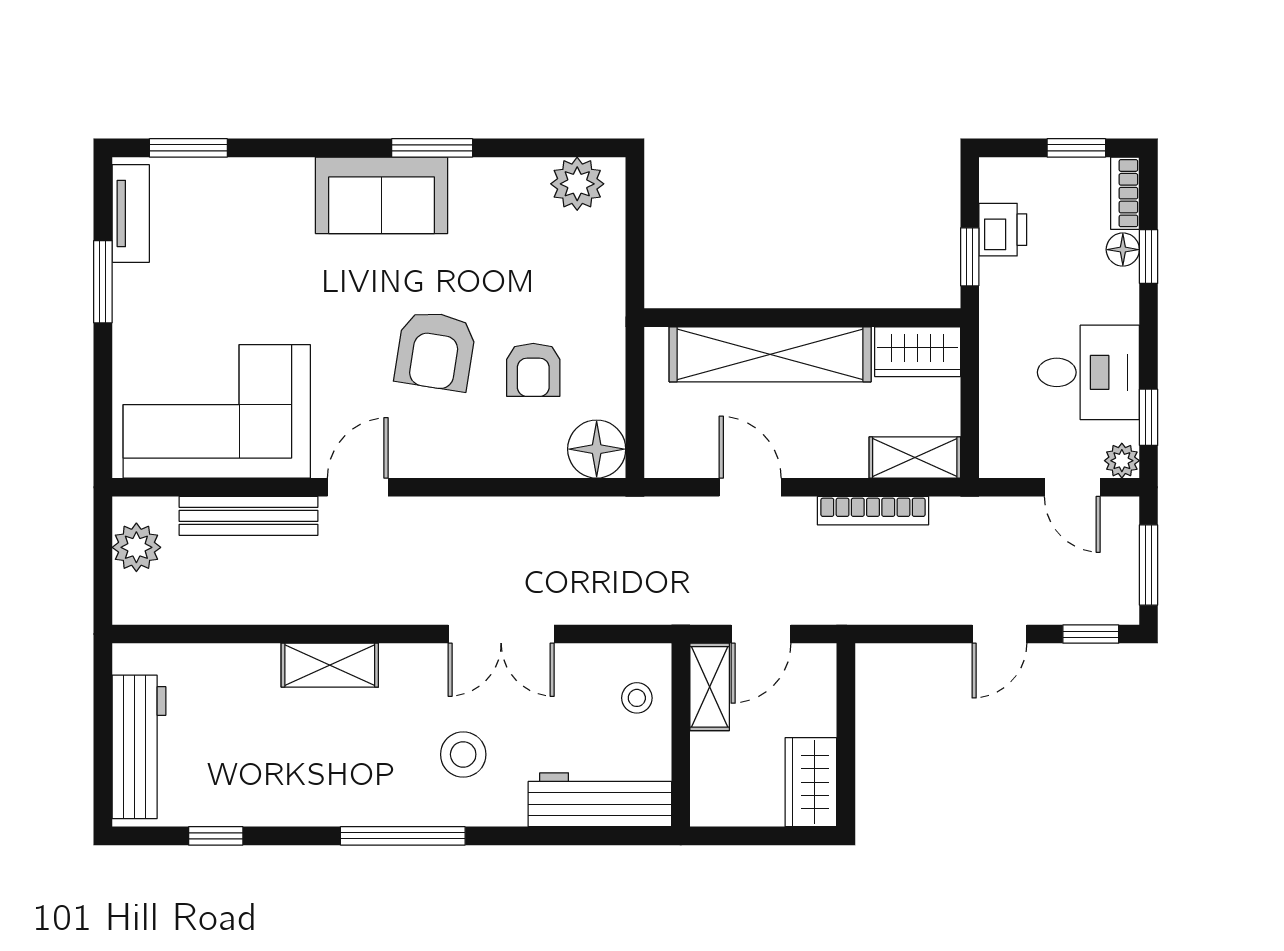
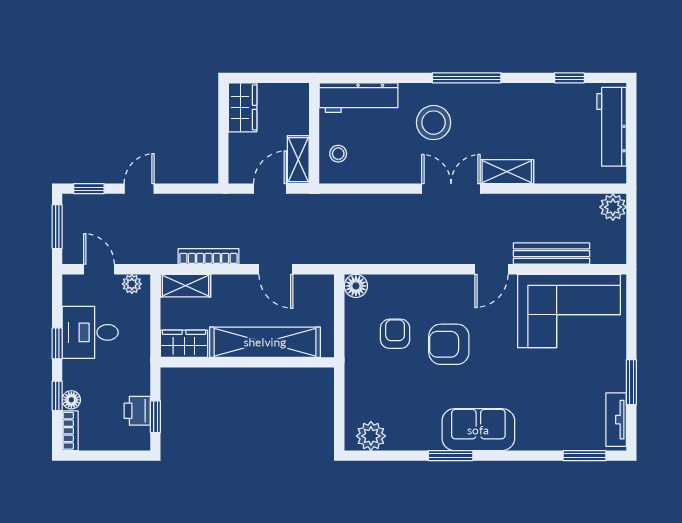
window: (1076, 148) -> (97, 456), removed
window: (970, 257) -> (155, 417), moved
armchair: (435, 351) -> (449, 344), turned -99
window: (1149, 417) -> (57, 343), moved
floor lamp: (597, 449) -> (356, 286), width x0.73, depth x0.73
plant: (1122, 461) -> (132, 284), moved
plant: (136, 547) -> (613, 207), moved
double door: (501, 634) -> (451, 189), moved
stool: (463, 754) -> (434, 123), width x1.38, depth x1.38

